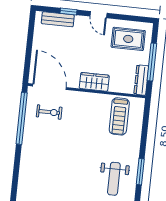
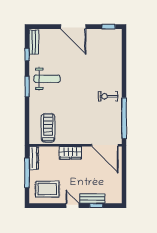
bench: (58, 19) -> (92, 199), moved
exercise bike: (49, 112) -> (108, 96), moved
weight bench: (114, 179) -> (47, 79), turned 90

